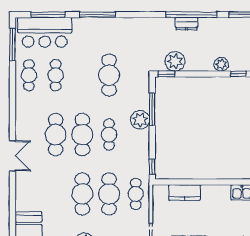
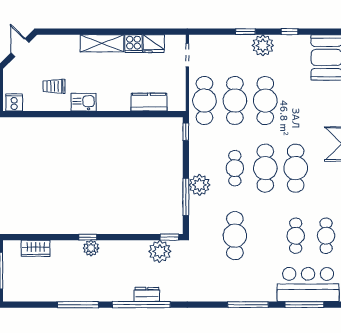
plant: (221, 64) -> (91, 248), moved
cafe table: (136, 194) -> (204, 101), width x1.37, depth x1.35

